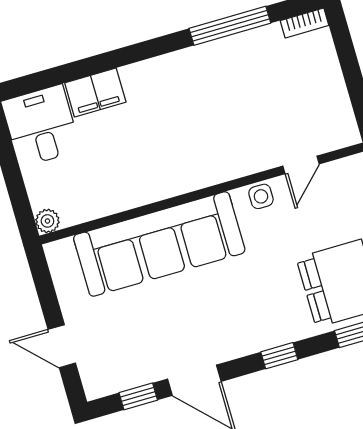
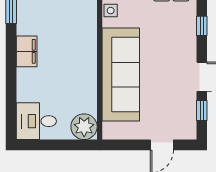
filing cabinet: (95, 93) -> (27, 51), moved
plant: (47, 221) -> (84, 127), width x1.87, depth x1.87

